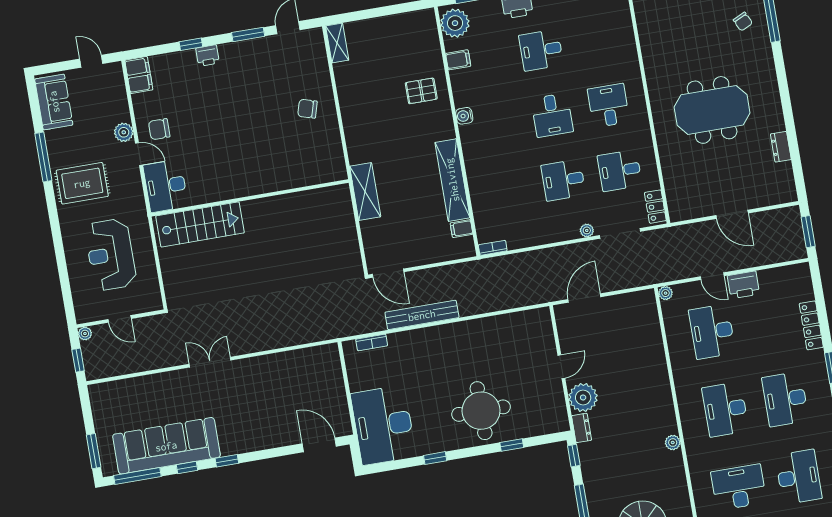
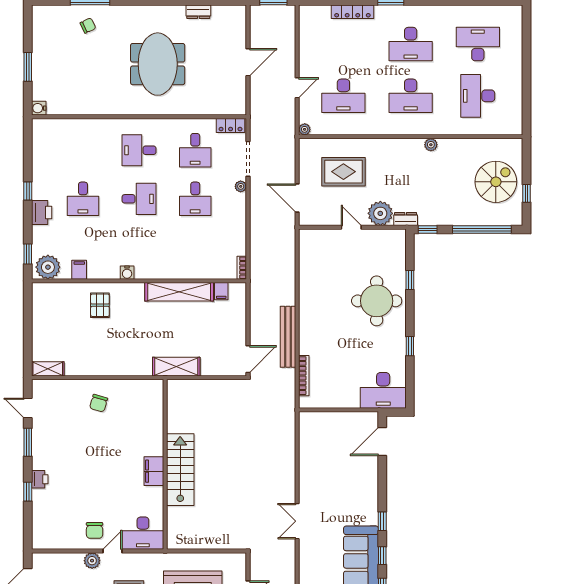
filing cabinet: (139, 75) -> (154, 471), moved, turned -90
stairs: (200, 224) -> (180, 470), moved
printer: (743, 285) -> (309, 63), removed
bookcase: (372, 342) -> (304, 376), width x1.56
rug: (624, 347) -> (343, 172), added
desk: (383, 425) -> (383, 390), width x0.73, depth x0.77

